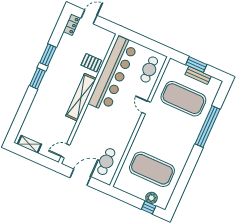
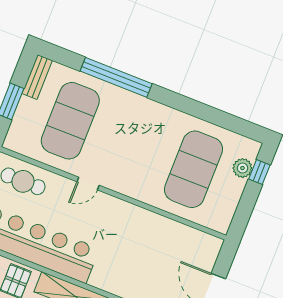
bench: (198, 75) -> (37, 77), moved
cafe table: (106, 162) -> (184, 248), removed

